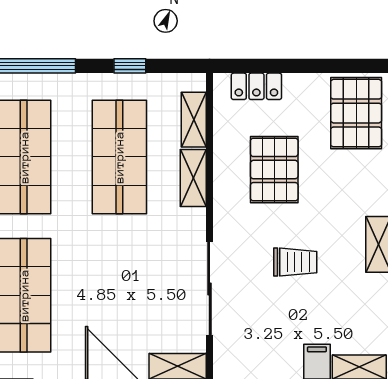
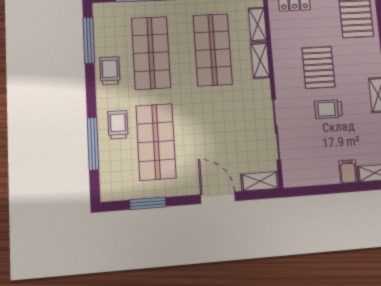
pallet: (274, 170) -> (318, 68), moved
trolley: (295, 262) -> (328, 109), turned 180

